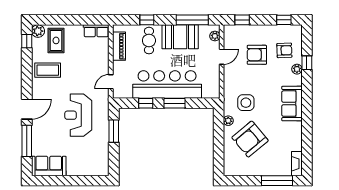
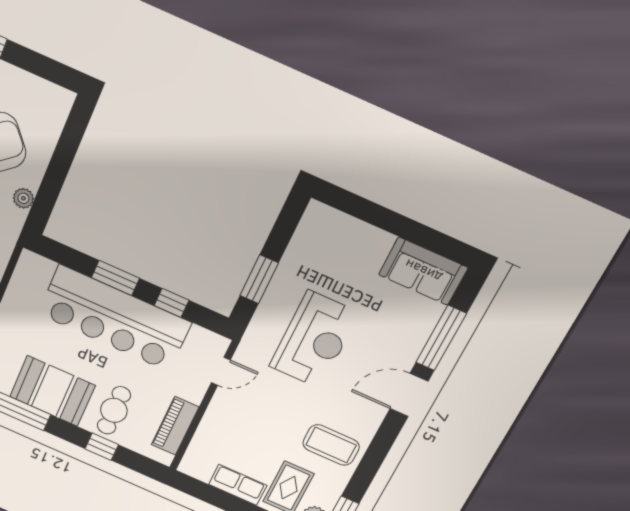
row of seats: (96, 31) -> (238, 485), moved

